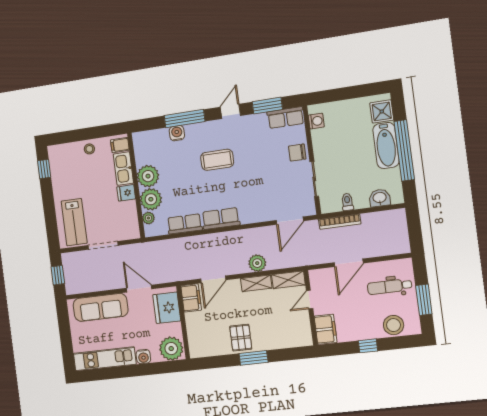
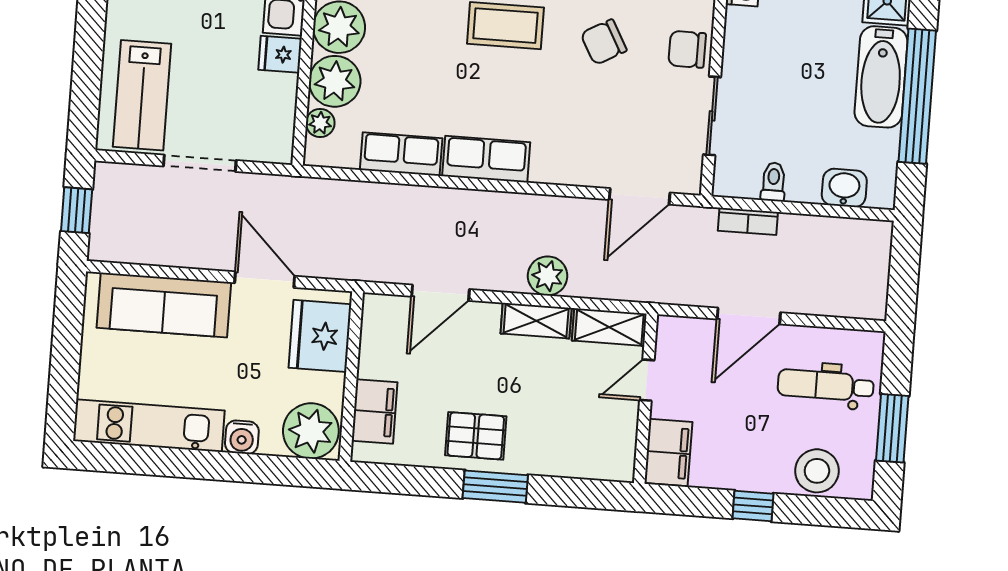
chair: (260, 157) -> (604, 42), added
bookcase: (340, 222) -> (748, 221), width x0.64
filing cabinet: (191, 298) -> (375, 412), moved
pallet: (241, 338) -> (476, 436), turned 90

